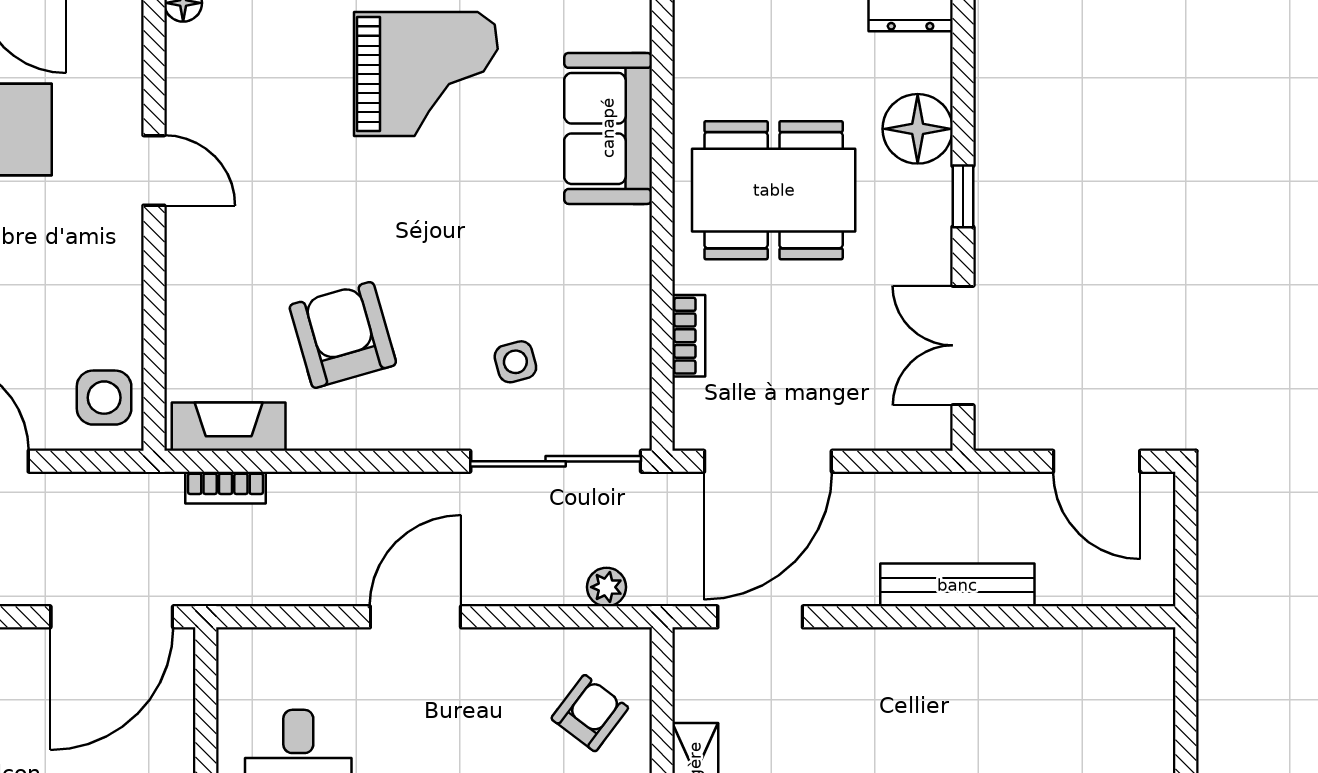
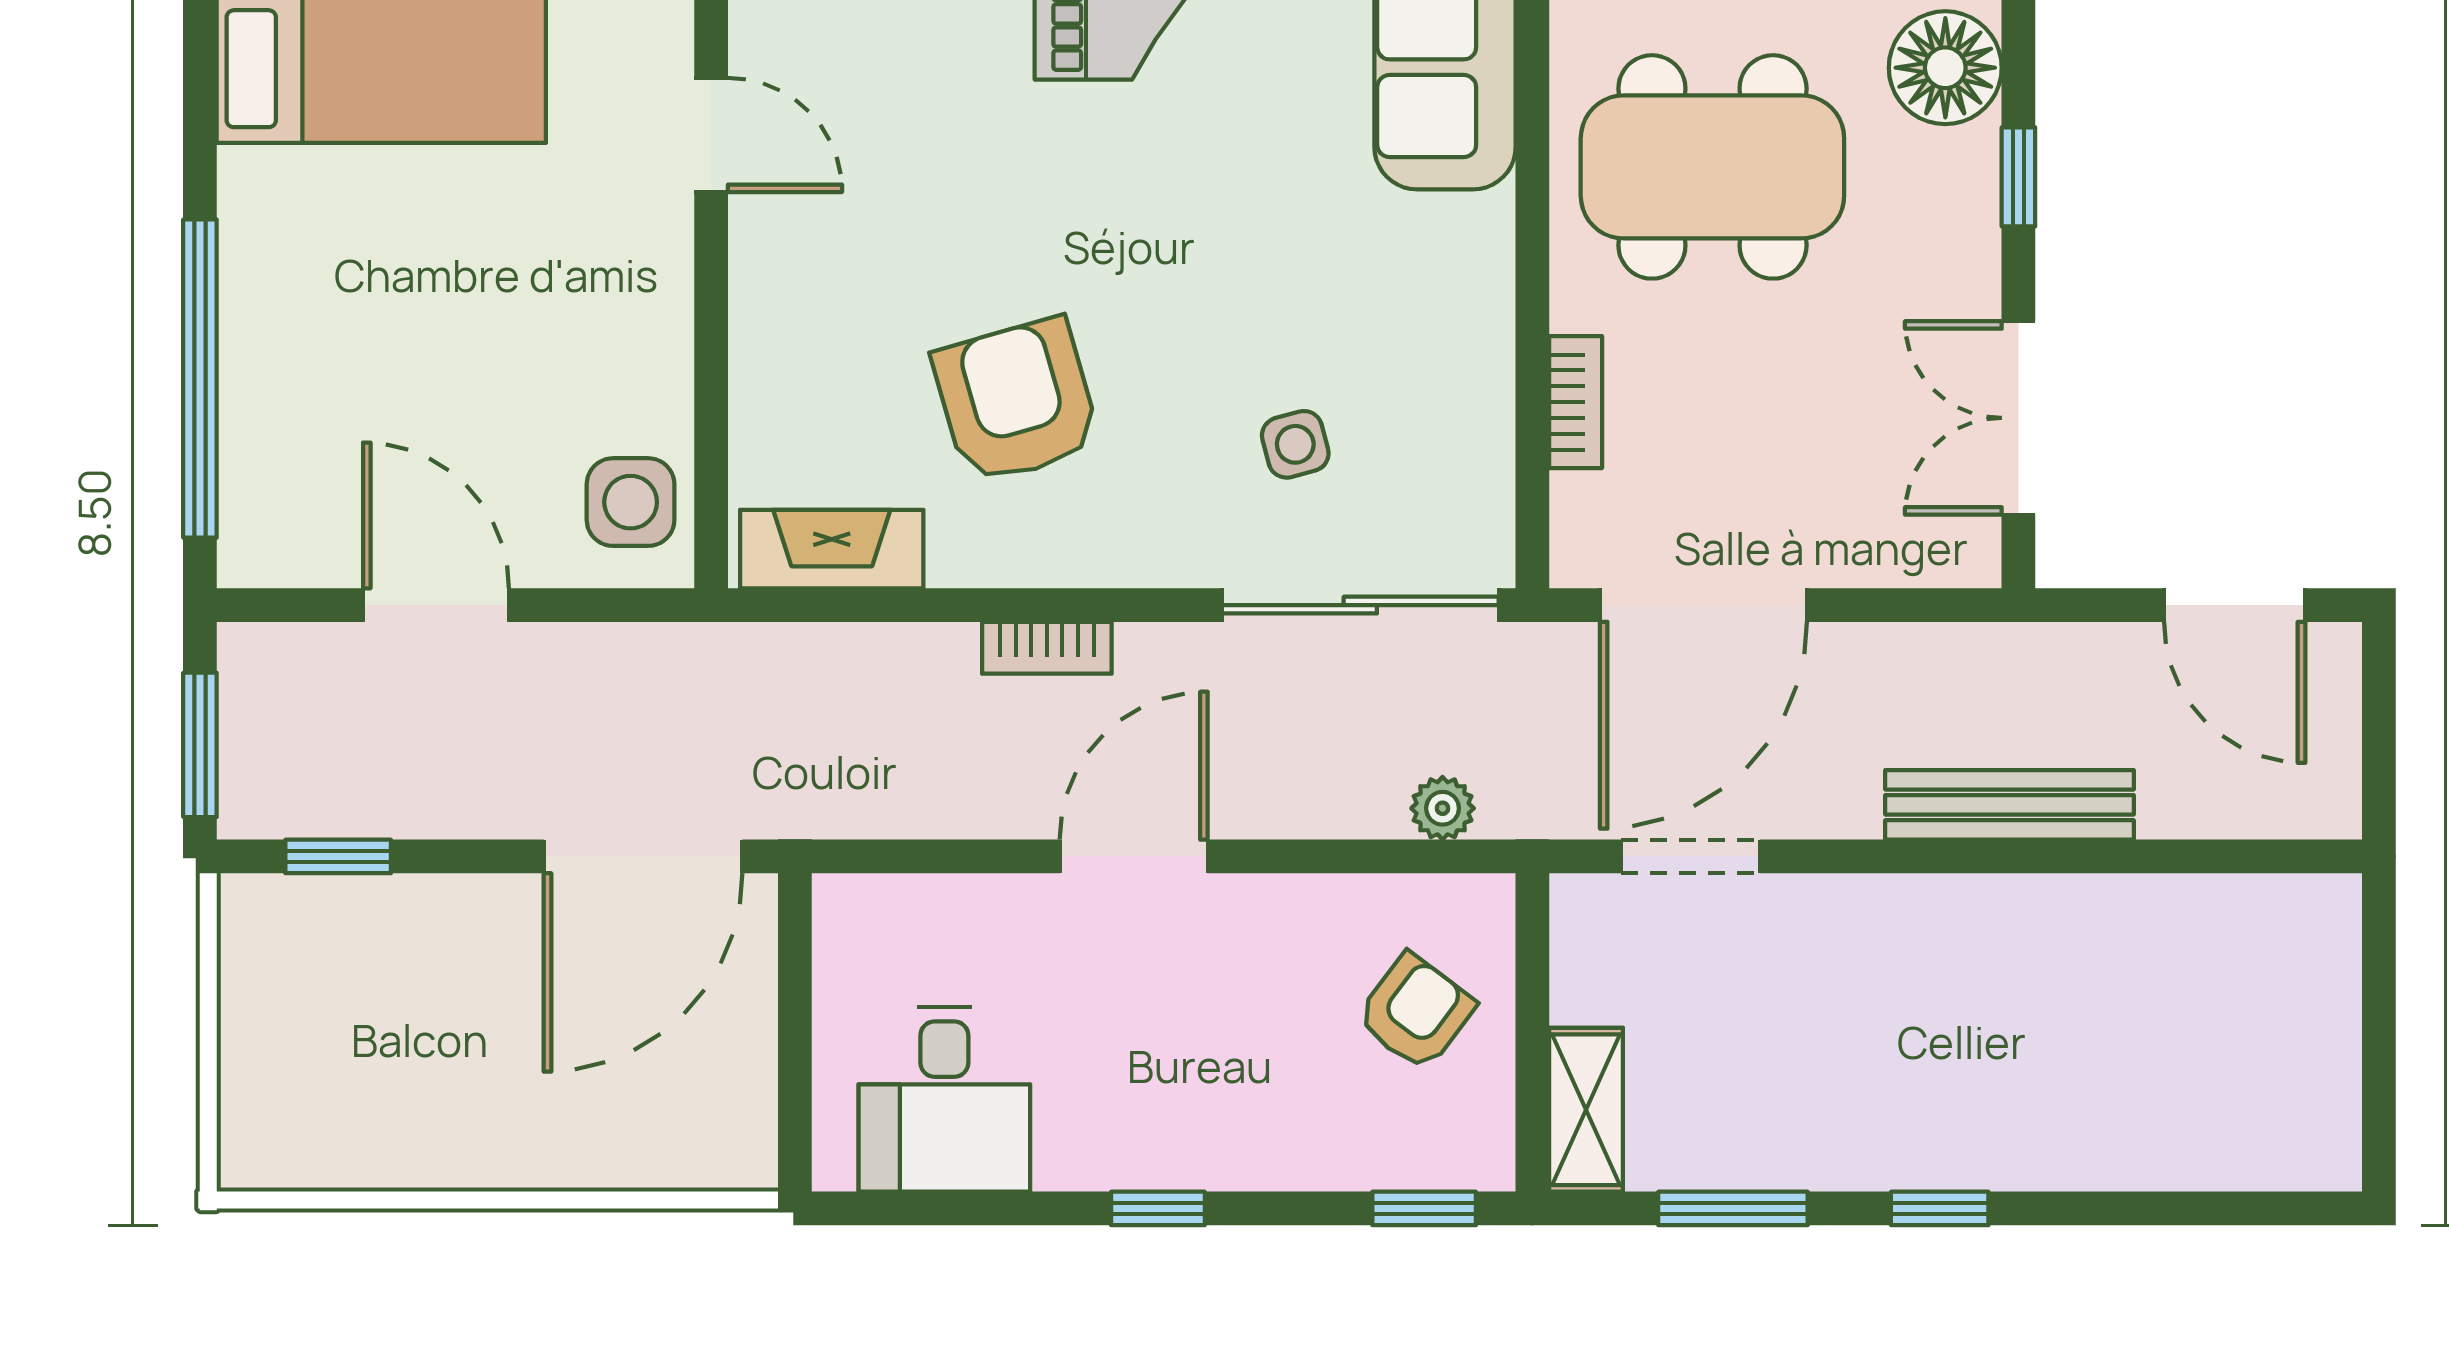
bookcase: (226, 488) -> (1047, 648), moved

